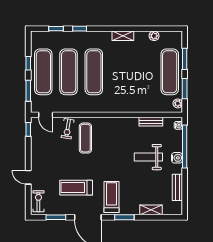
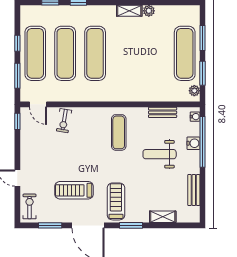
plant: (154, 36) -> (149, 11), moved
exercise mat: (85, 138) -> (119, 132), moved
water cooler: (177, 158) -> (193, 143), moved

